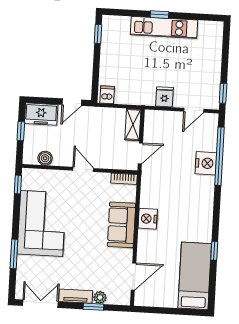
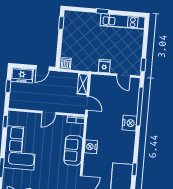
kitchen unit: (164, 27) -> (123, 21), moved
door: (194, 110) -> (124, 76), hinge flipped
door: (140, 153) -> (87, 103), hinge flipped
boiler: (45, 158) -> (24, 105), removed
nightstand: (206, 163) -> (129, 123), moved
door: (83, 169) -> (49, 113), swing flipped

